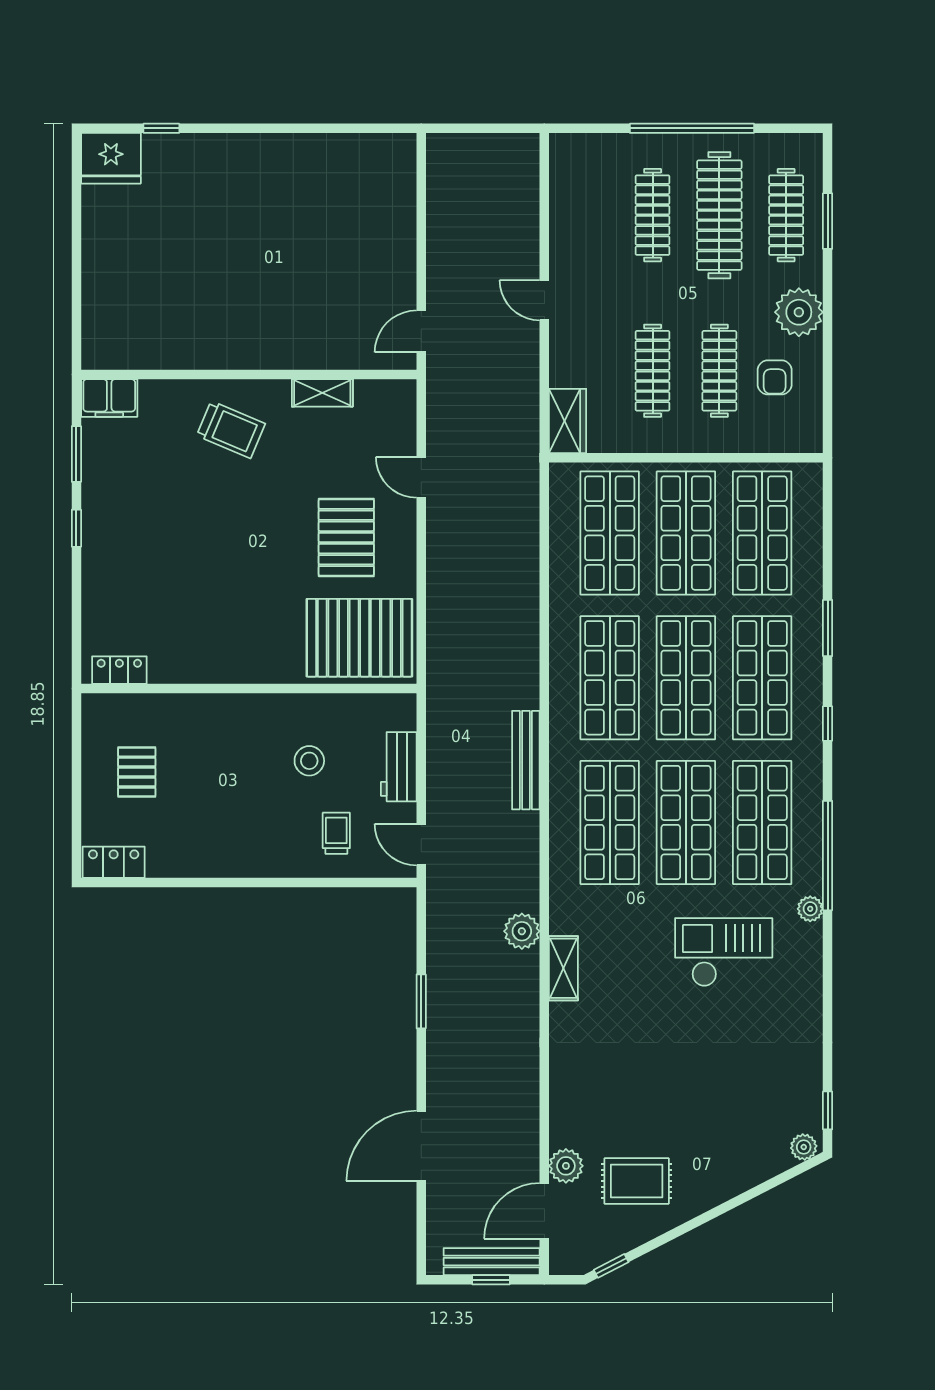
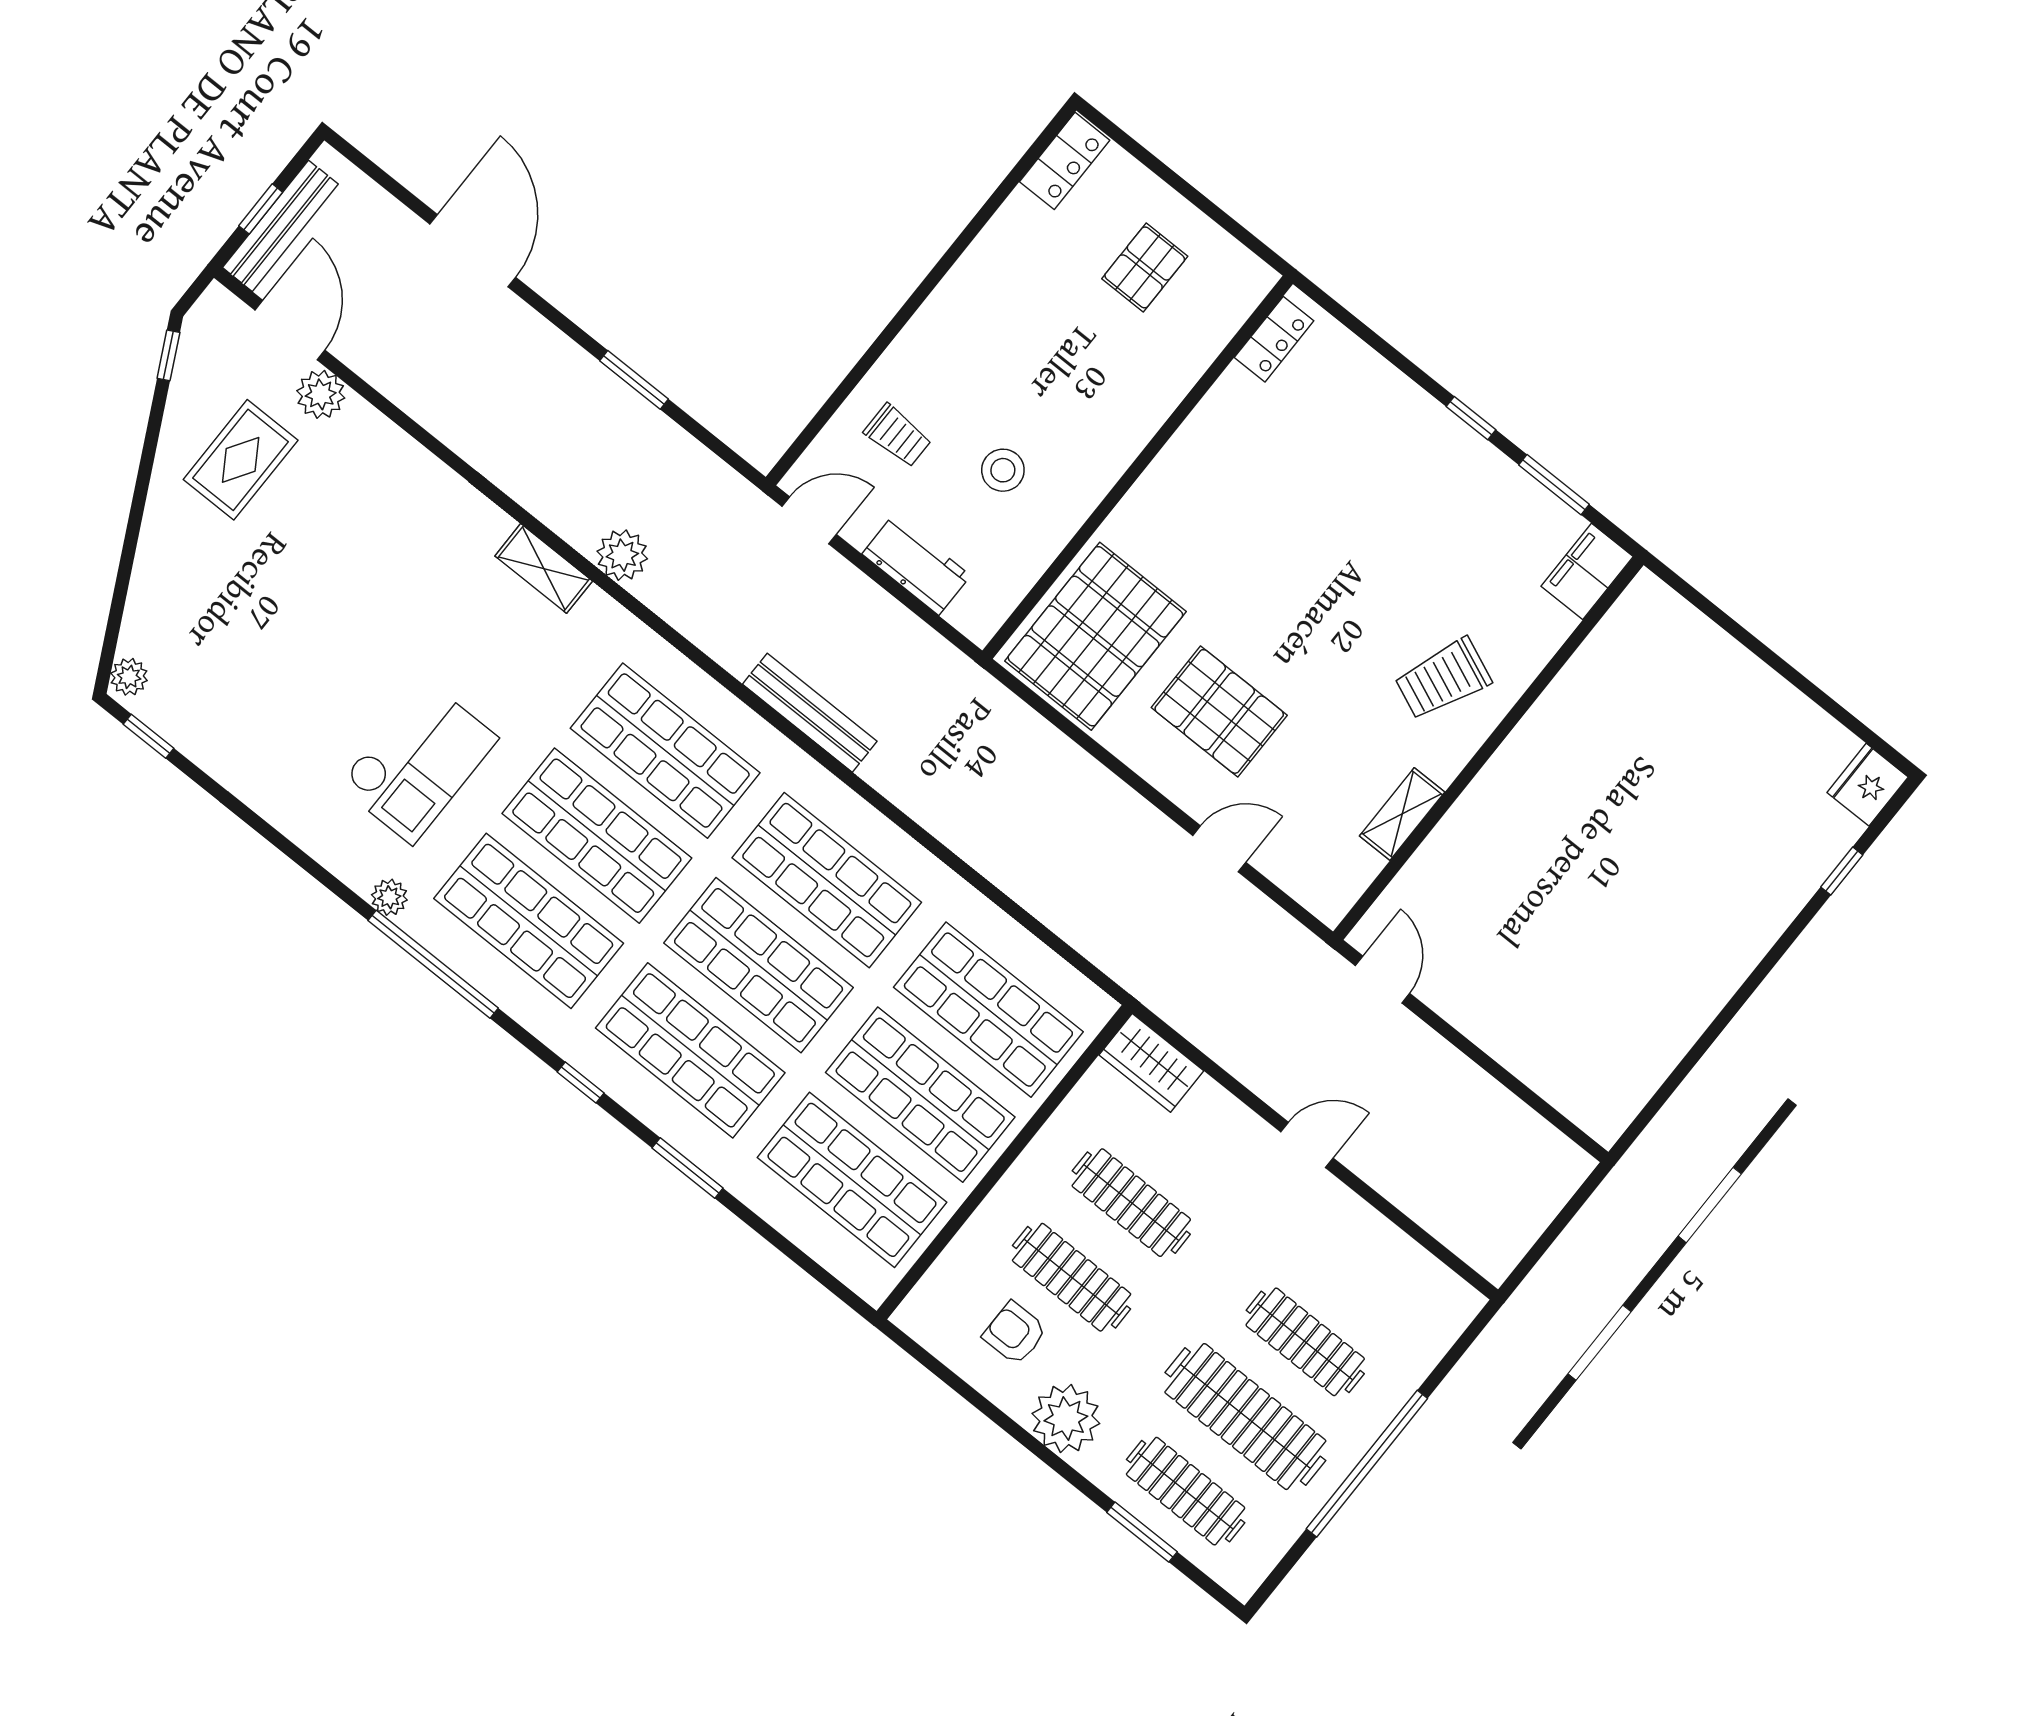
fridge: (111, 158) -> (1868, 785), width x0.73, depth x0.75
pallet: (137, 772) -> (1145, 267), turned 90

